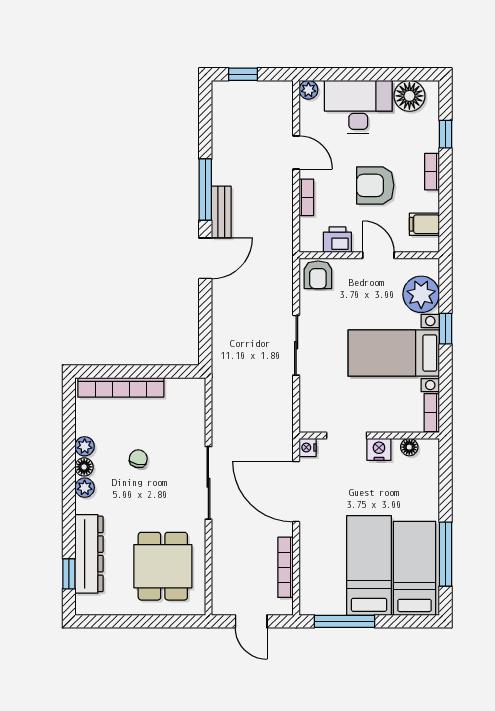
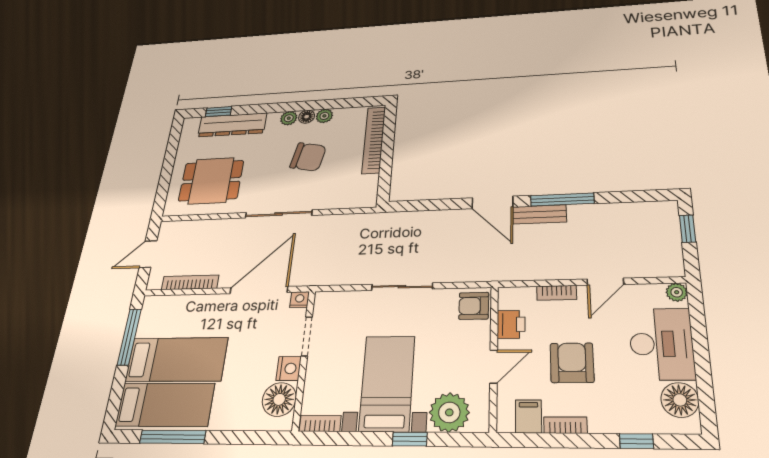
bookcase: (432, 172) -> (565, 425), moved
floor lamp: (409, 447) -> (279, 399), width x1.89, depth x1.89
chair: (138, 459) -> (308, 157), width x1.87, depth x1.87

